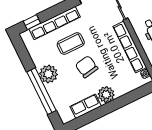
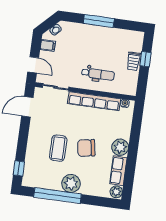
row of seats: (55, 23) -> (32, 150), removed
window: (42, 91) -> (58, 196), moved
plant: (67, 116) -> (116, 192), added

